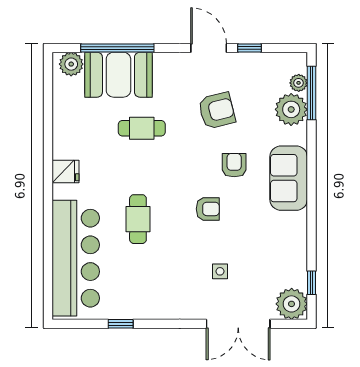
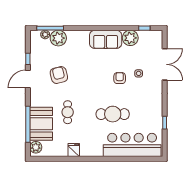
armchair: (234, 165) -> (86, 66), removed
fridge: (66, 171) -> (74, 150), moved
sofa: (289, 178) -> (106, 39), moved
armchair: (208, 209) -> (120, 78), moved
cafe table: (138, 219) -> (113, 114), width x1.37, depth x1.35
plant: (292, 304) -> (130, 38), moved

